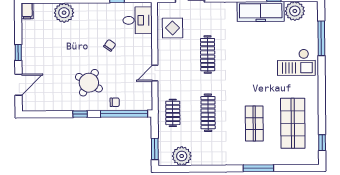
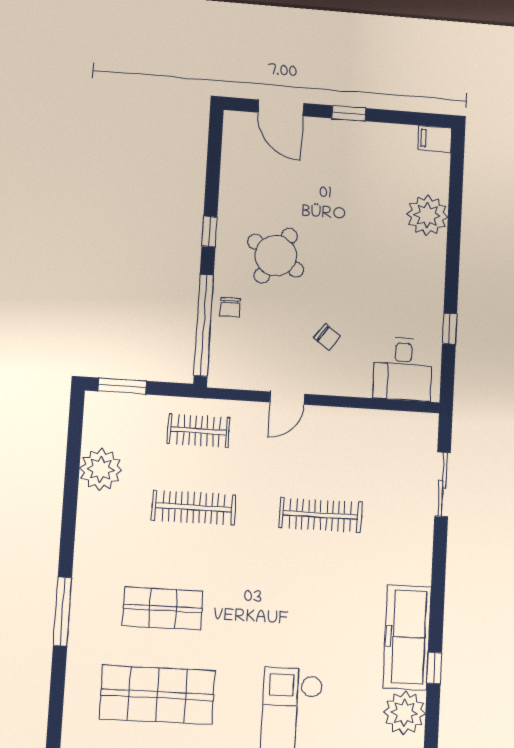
display table: (172, 28) -> (382, 443), removed
chair: (110, 45) -> (327, 337), moved
door: (155, 73) -> (287, 398), swing flipped
plant: (182, 156) -> (101, 469), moved

